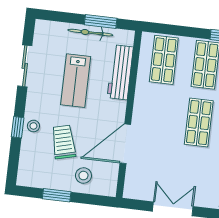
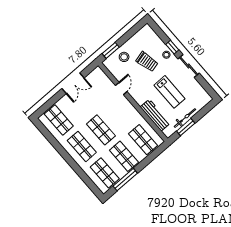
sliding door: (25, 66) -> (189, 66), moved
lab bench: (76, 81) -> (170, 92), turned 180
door: (125, 144) -> (121, 88), width x0.53
window: (57, 195) -> (111, 50), moved

